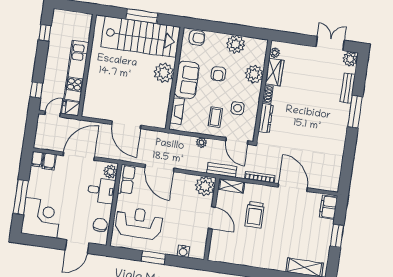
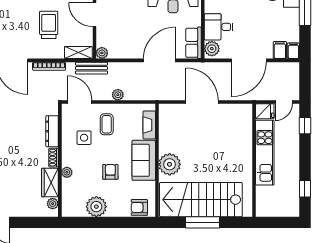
plant: (254, 74) -> (67, 172), width x0.53, depth x0.53
door: (159, 168) -> (159, 60), hinge flipped
plant: (205, 186) -> (102, 53), width x0.53, depth x0.53

